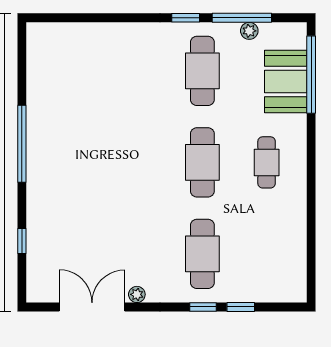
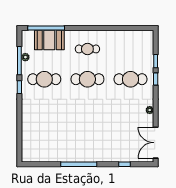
double door: (92, 307) -> (156, 143), moved

